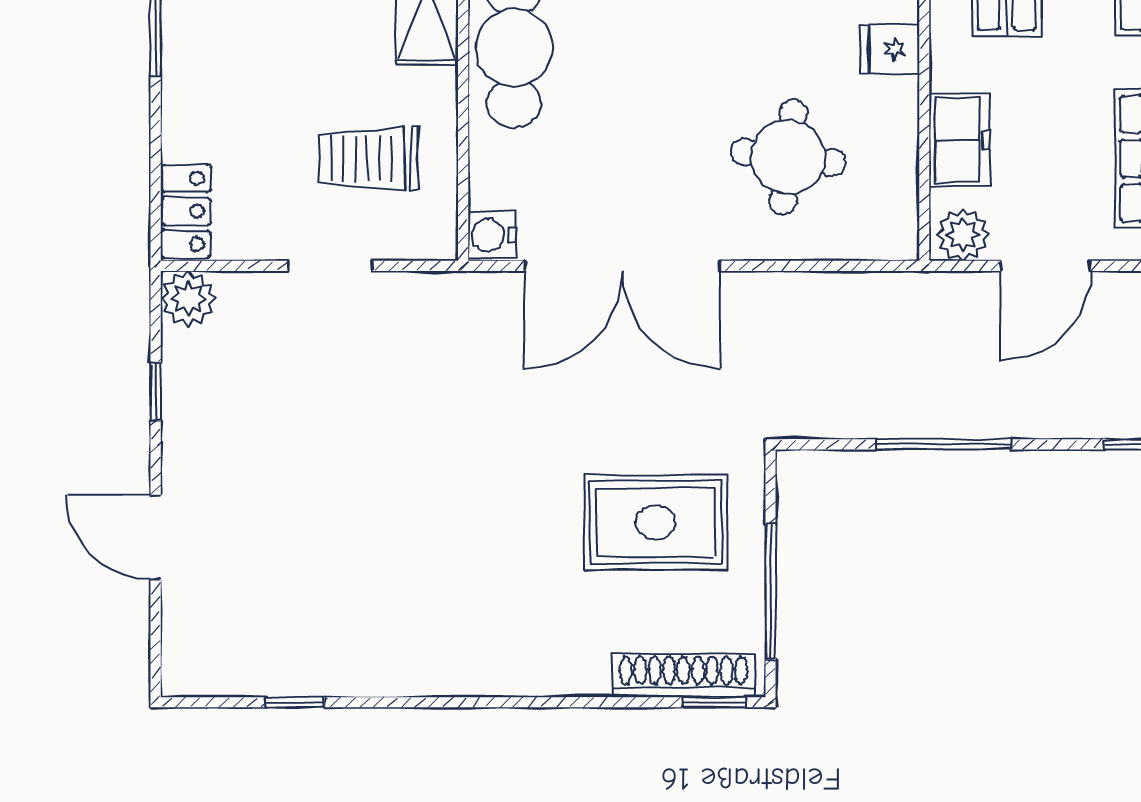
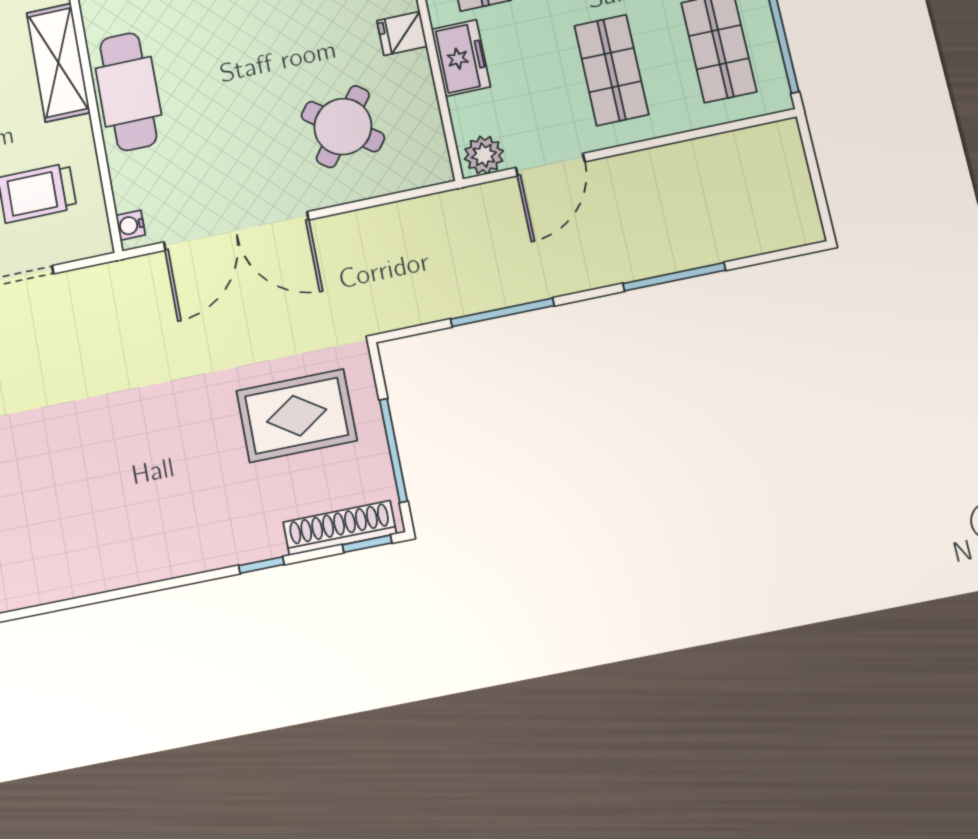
freezer: (960, 140) -> (461, 58), moved
round table: (788, 157) -> (343, 127), turned 30
water cooler: (492, 235) -> (131, 225), width x0.72, depth x0.72
window: (295, 702) -> (261, 565), moved

